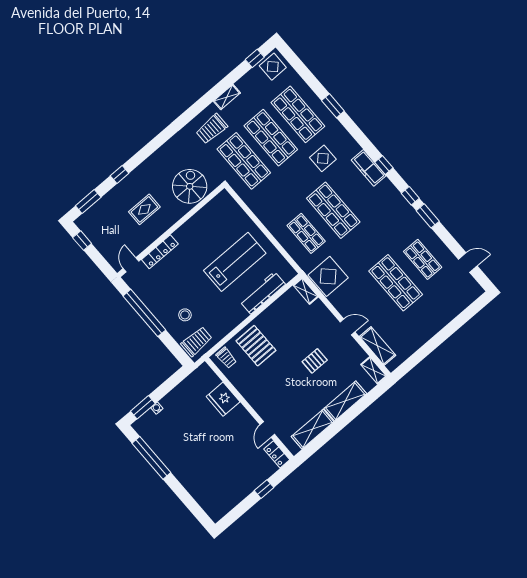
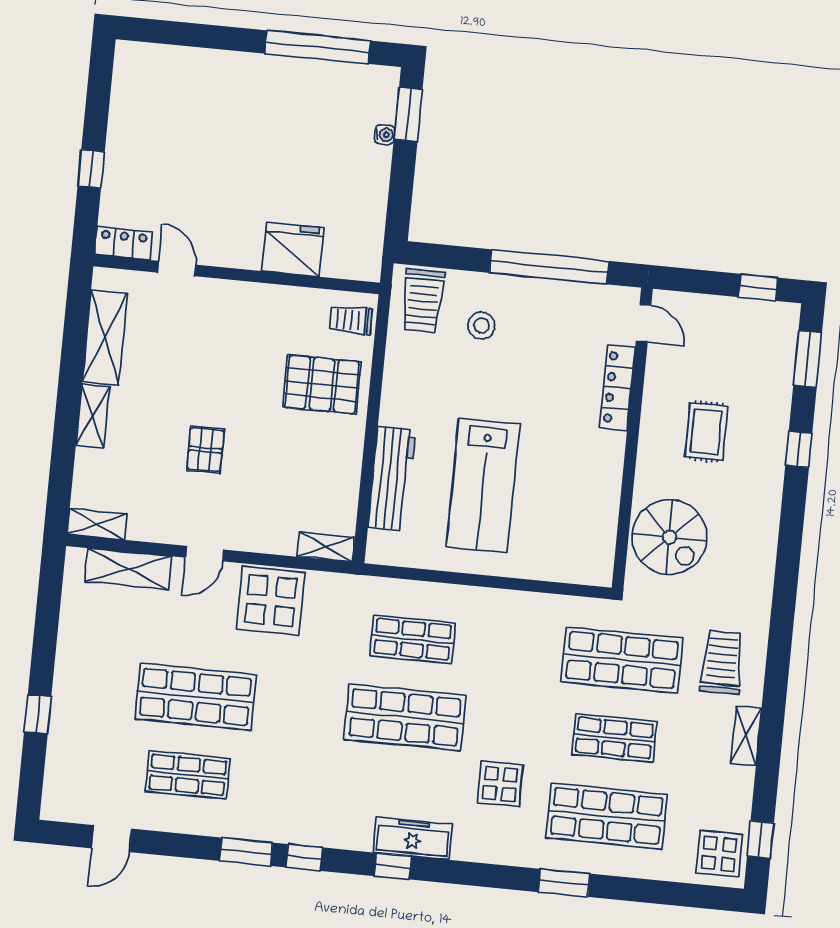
shop shelf: (271, 138) -> (614, 738), width x0.70, depth x0.74
display table: (328, 276) -> (271, 601), moved
window: (453, 327) -> (38, 714), added
shelving: (345, 401) -> (93, 416), width x0.67, depth x0.75

